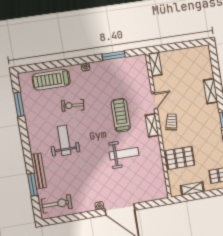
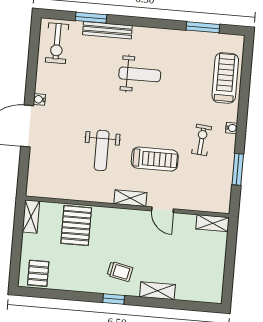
exercise bike: (73, 105) -> (202, 140), moved
trolley: (172, 122) -> (120, 271), moved
shelving: (192, 189) -> (31, 217), moved

